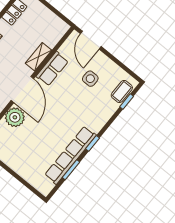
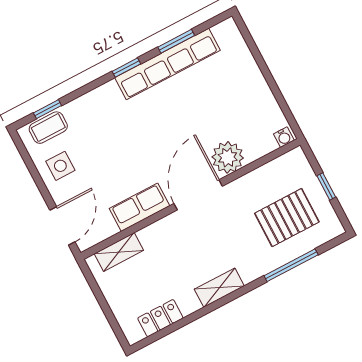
shelving: (39, 57) -> (119, 252), moved
side table: (90, 79) -> (60, 166), moved

